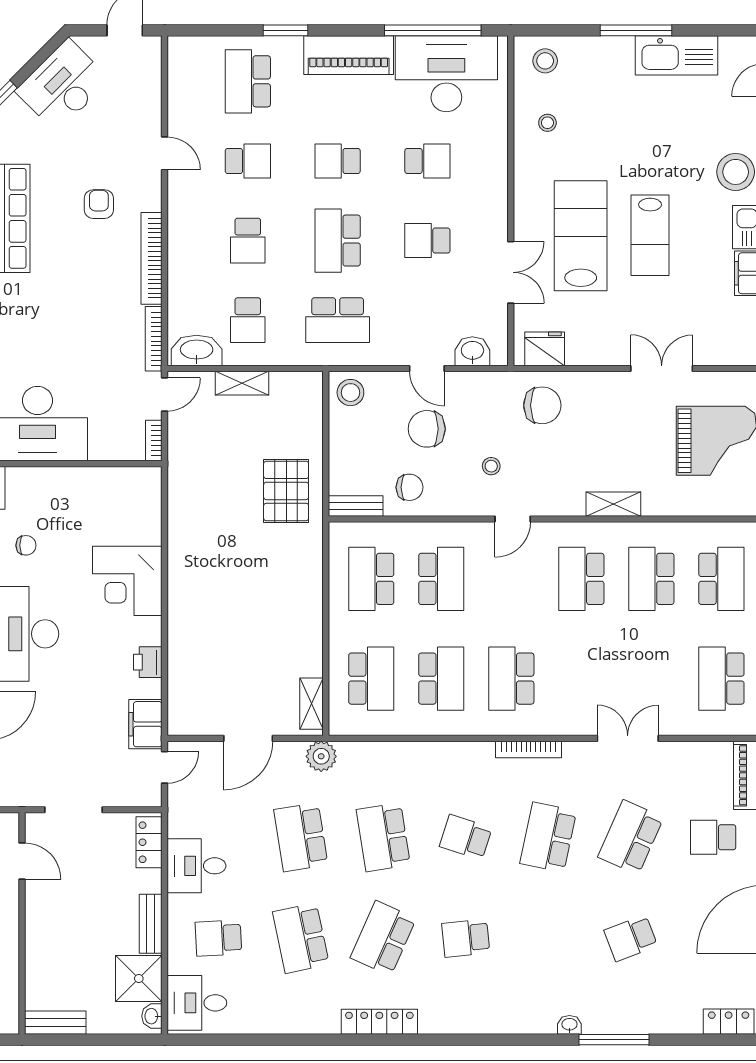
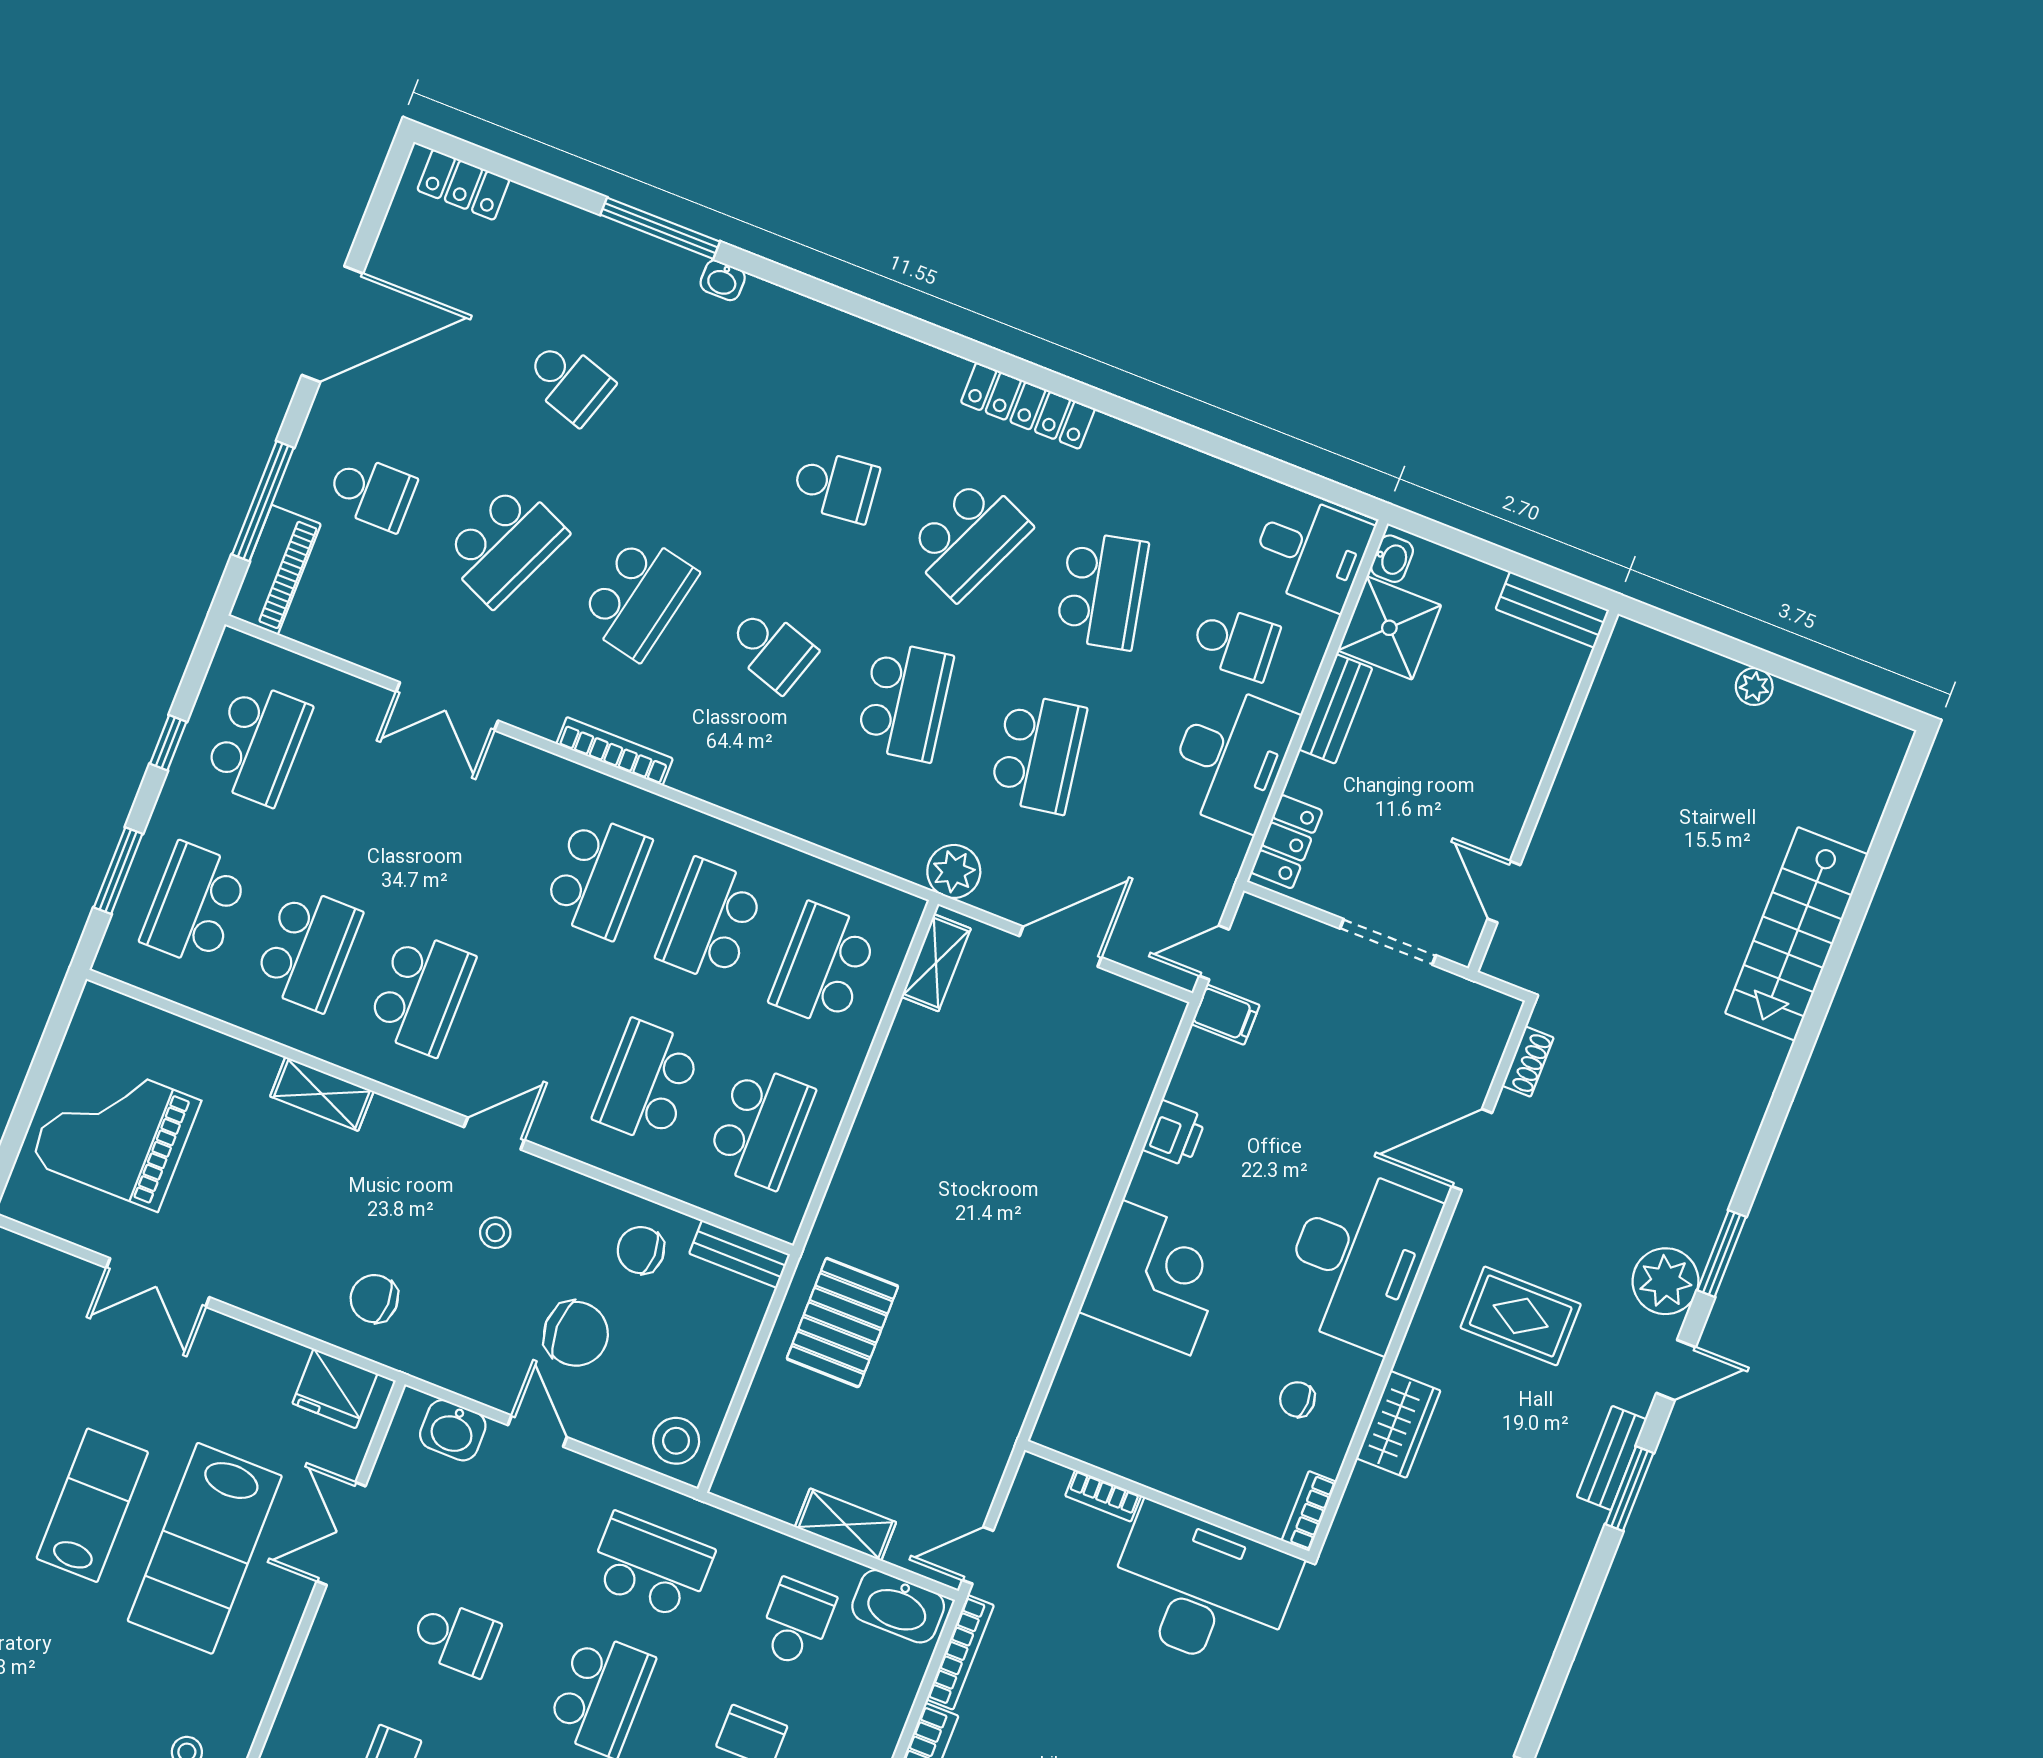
chair: (542, 405) -> (374, 1299), width x0.73, depth x0.73
bookcase: (154, 441) -> (1103, 1496), moved, turned 90
filing cabinet: (145, 724) -> (1225, 1015), width x0.50
desk: (196, 866) -> (1231, 757), width x1.37
school desk: (631, 938) -> (569, 382), turned 39

